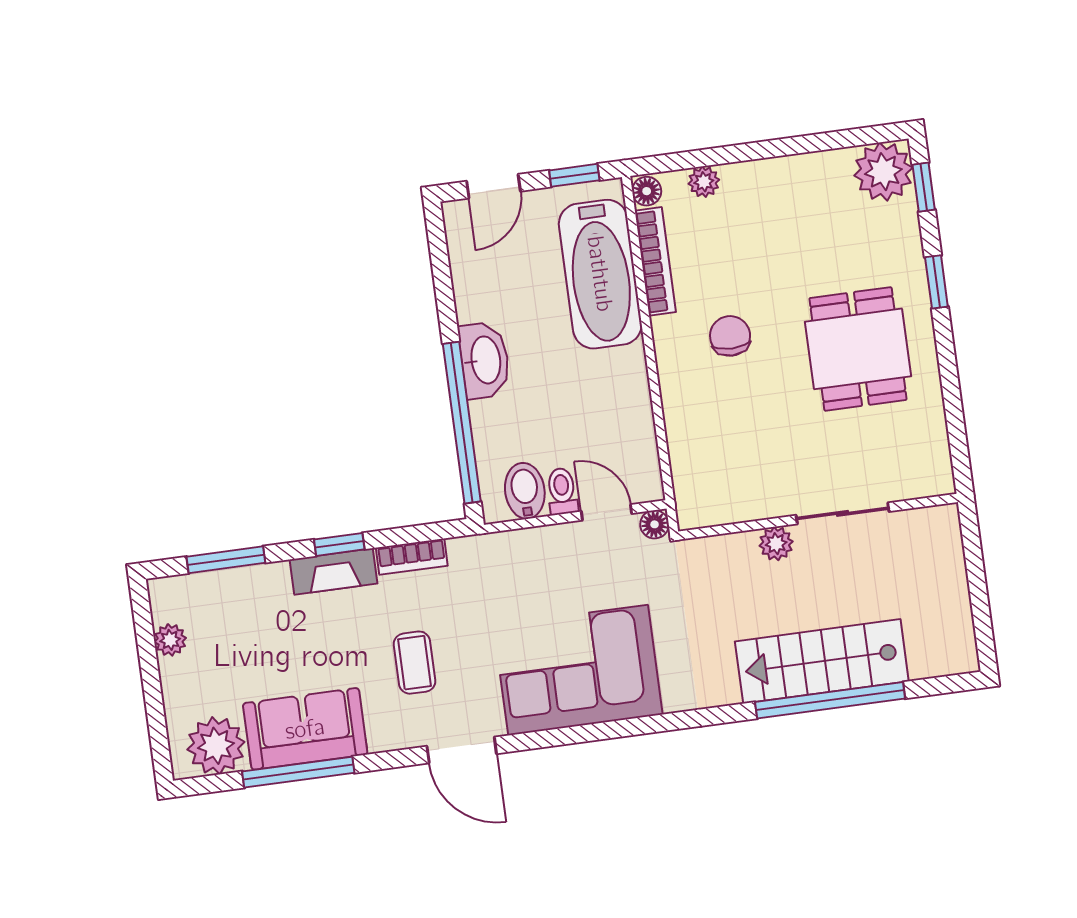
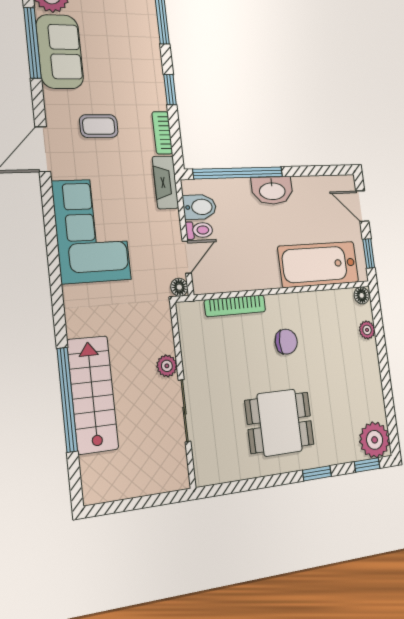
bookcase: (655, 261) -> (235, 306), moved
fireplace: (333, 571) -> (165, 182), moved

